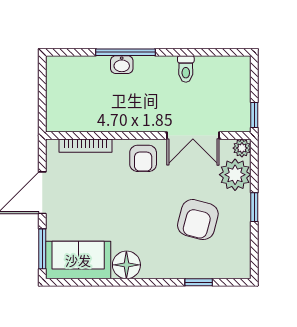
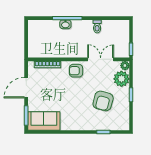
double door: (193, 136) -> (101, 59), swing flipped
armchair: (143, 158) -> (76, 71), turned 90
floor lamp: (126, 265) -> (68, 123), removed

